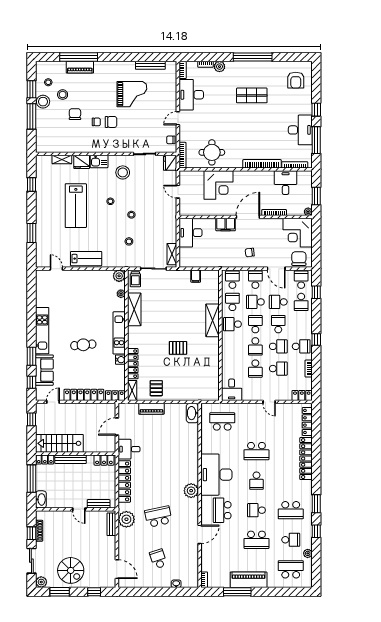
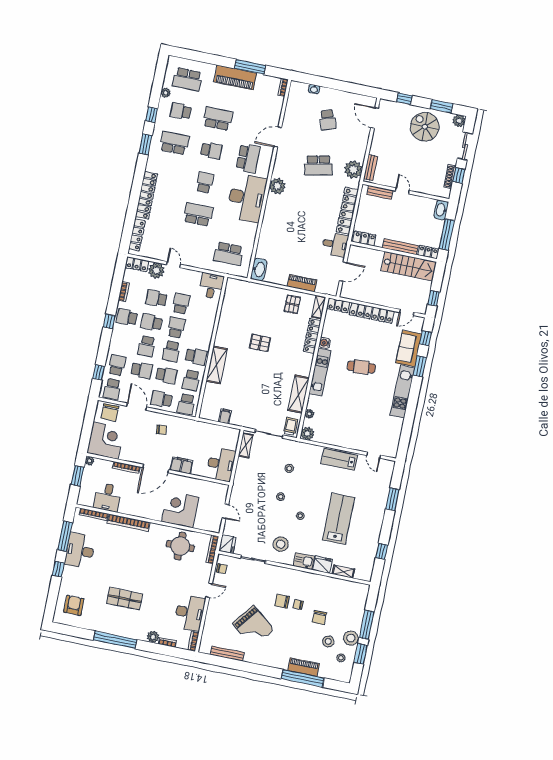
grand piano: (132, 94) -> (253, 626), turned -142
school desk: (255, 280) -> (161, 399), turned 90
plant: (283, 393) -> (156, 271), added

